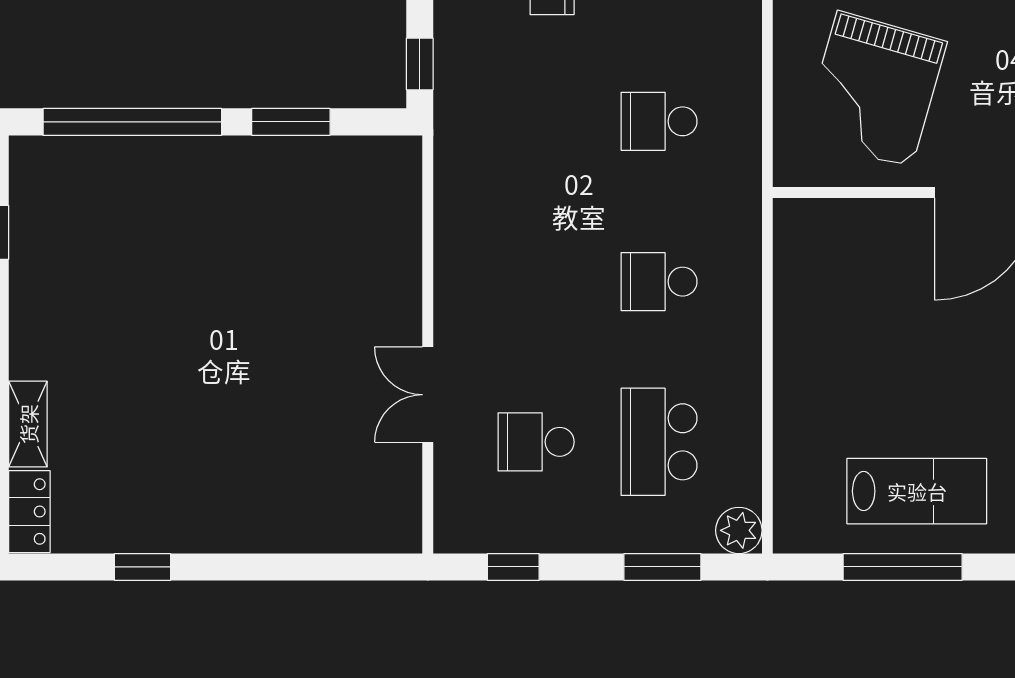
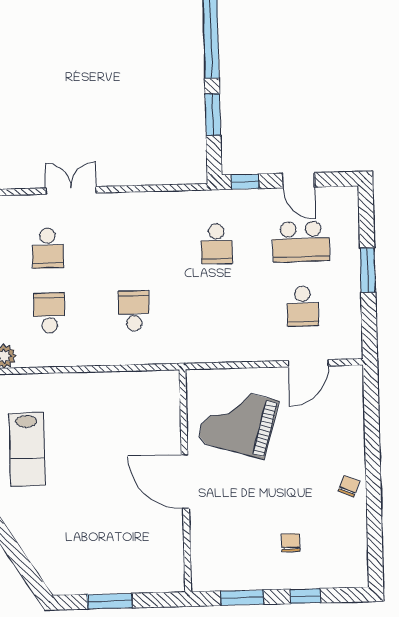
school desk: (659, 121) -> (217, 244), moved, turned 180
school desk: (536, 442) -> (48, 248), turned 180
school desk: (659, 442) -> (49, 313), width x0.54

